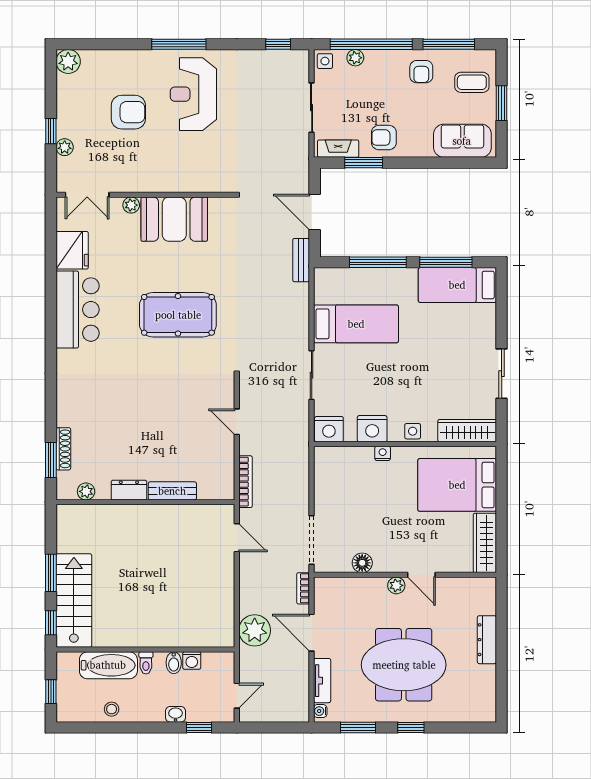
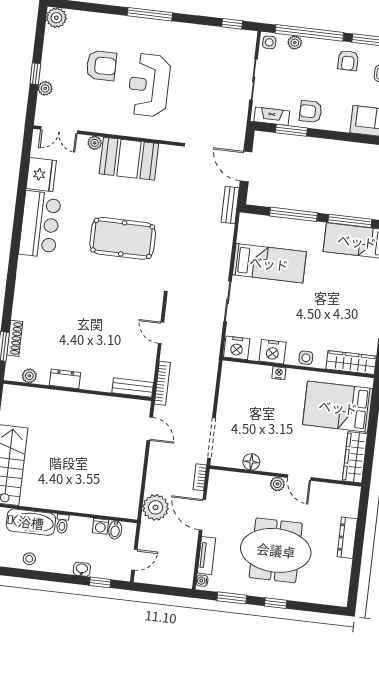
reception desk: (193, 94) -> (149, 85), moved
bench: (172, 491) -> (133, 388), moved
bidet: (174, 663) -> (115, 530), moved

